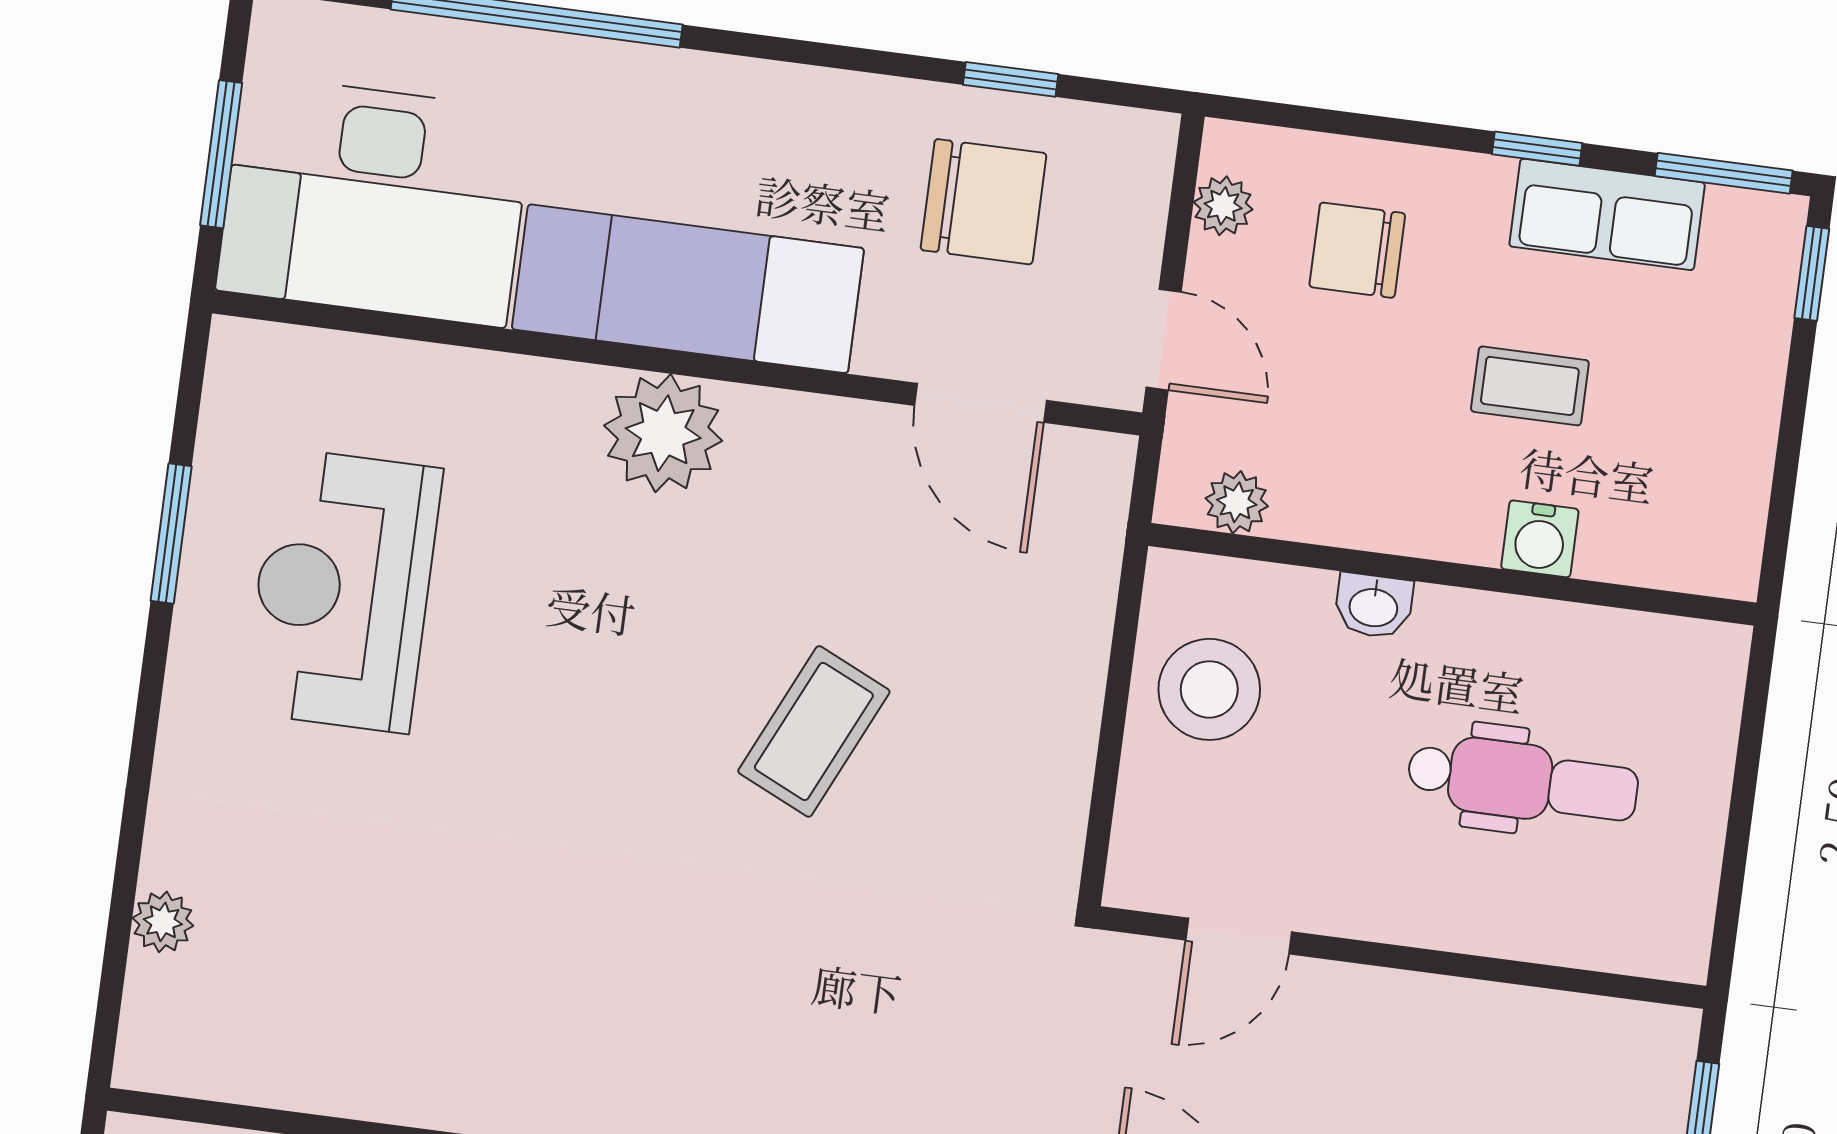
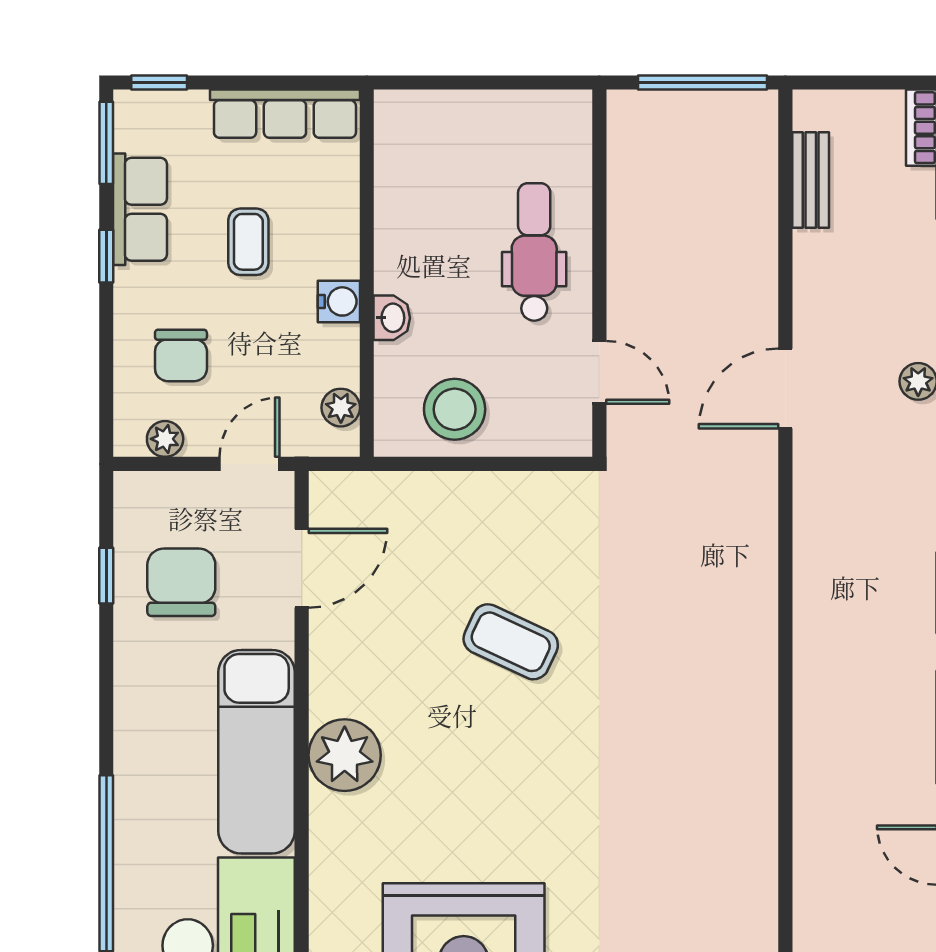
row of seats: (1733, 474) -> (285, 114), added
water cooler: (1540, 539) -> (339, 301), moved
dental chair: (1523, 781) -> (534, 252), moved

